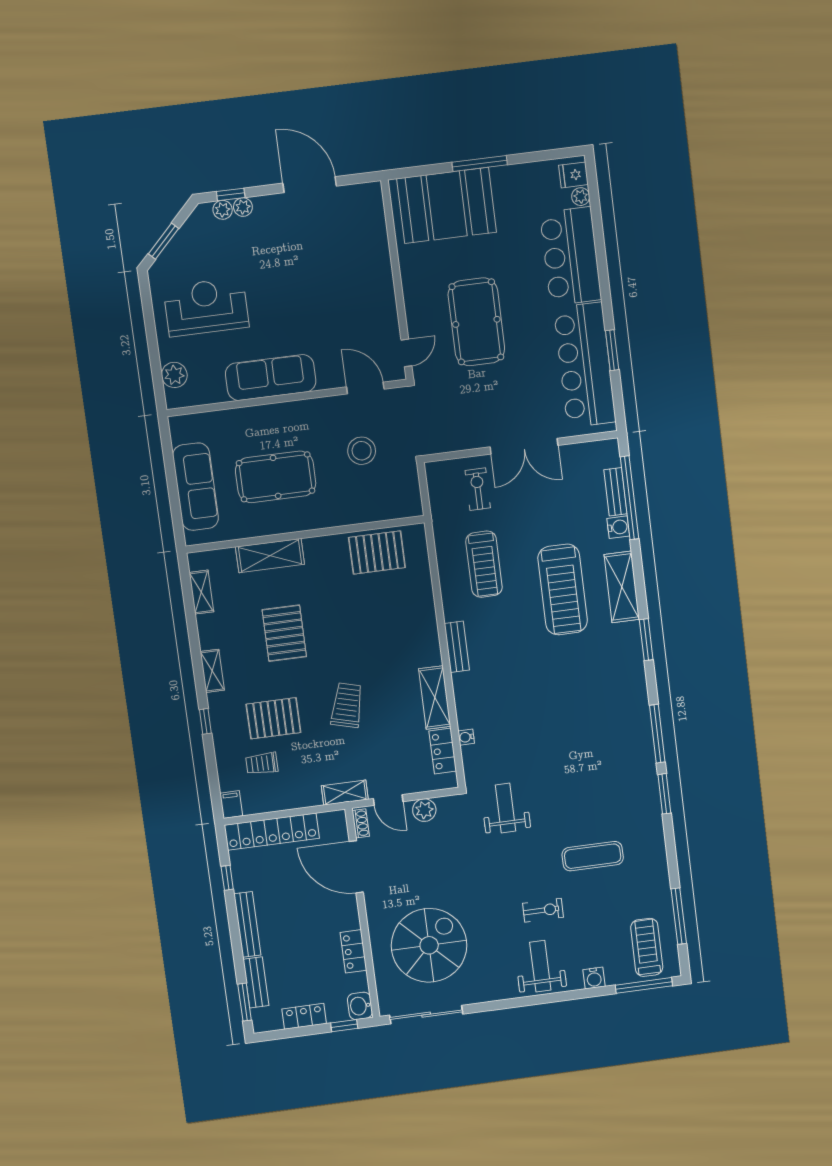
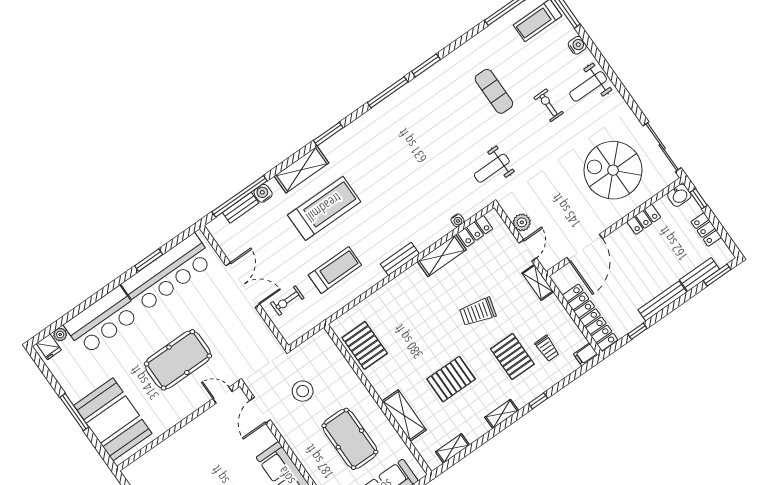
shoe rack: (361, 823) -> (553, 261), removed

